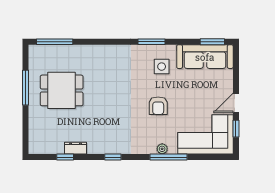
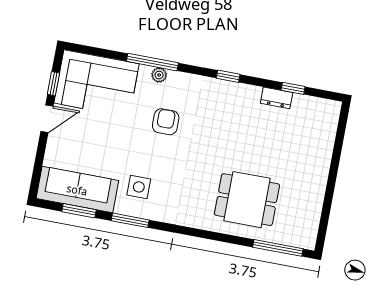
window: (152, 42) -> (130, 220), moved
window: (212, 42) -> (79, 211), moved
window: (25, 88) -> (329, 193), removed
dining table: (62, 90) -> (247, 200), moved
armchair: (158, 106) -> (166, 122), moved

